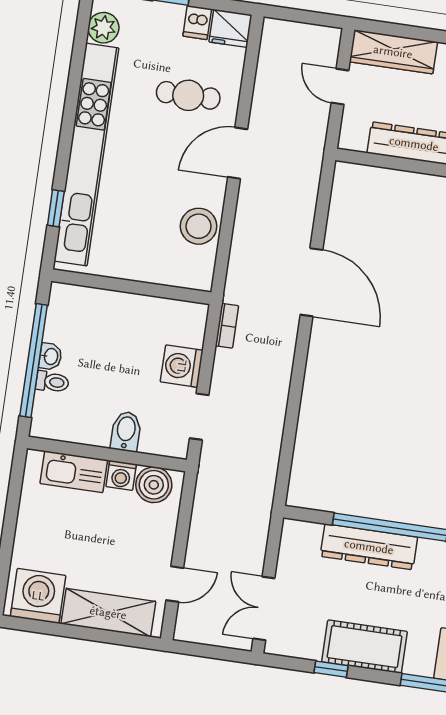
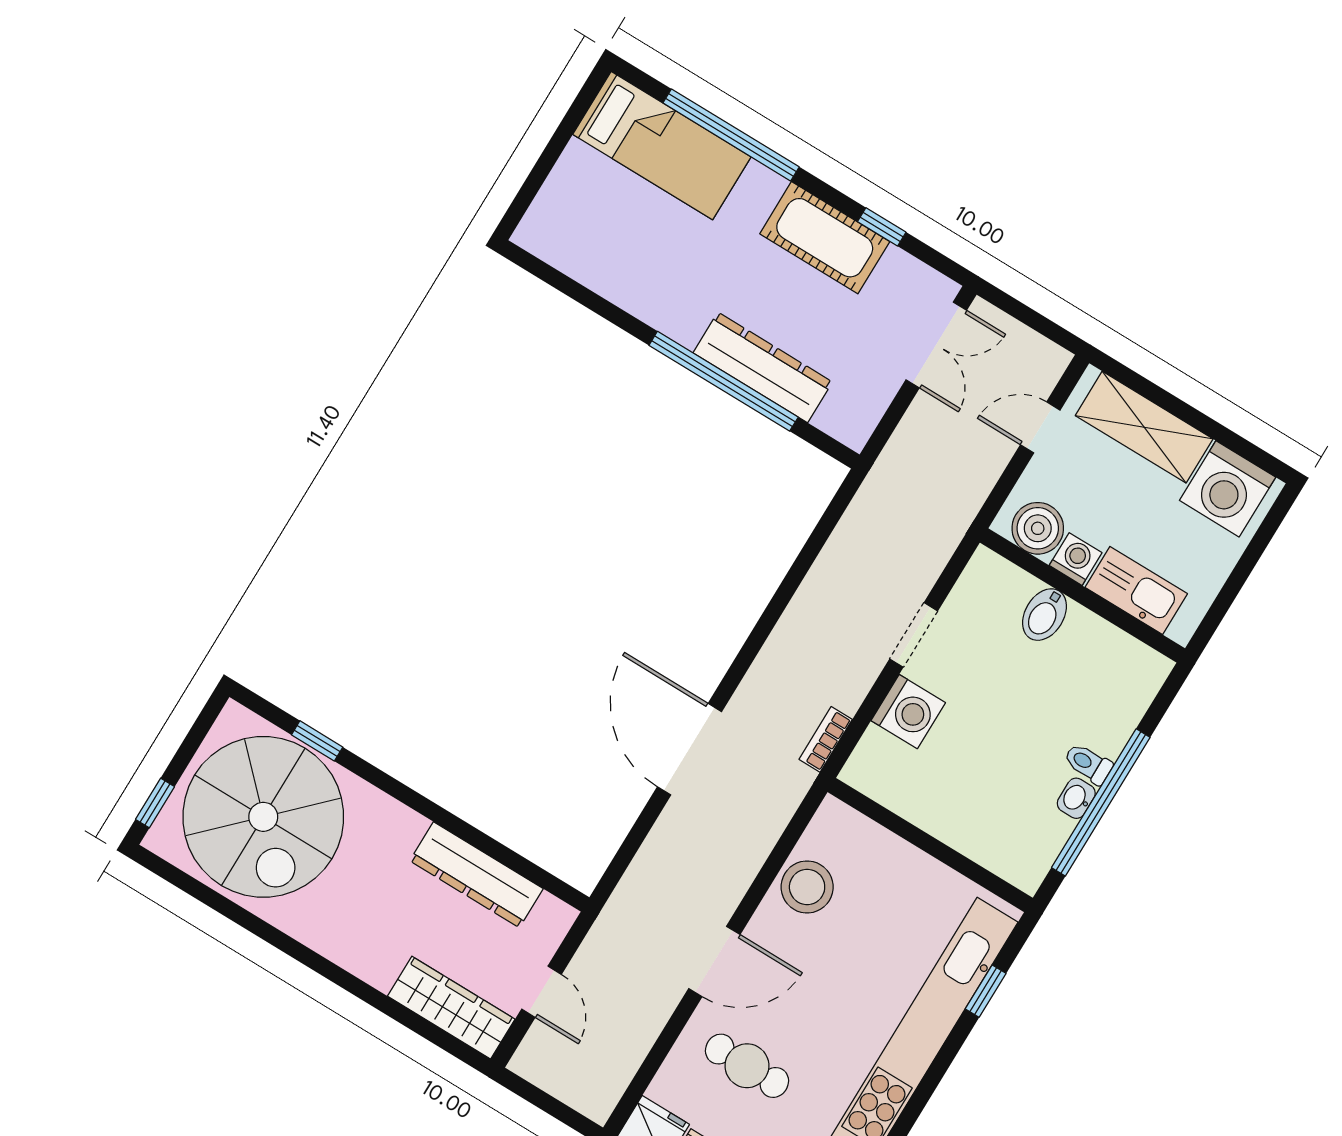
bidet: (126, 431) -> (1045, 615), moved
wall: (107, 454) -> (1082, 595), moved
kitchen sink: (74, 472) -> (1136, 591), moved
washing machine: (121, 475) -> (1076, 559), moved
boiler: (154, 485) -> (1038, 528), moved

